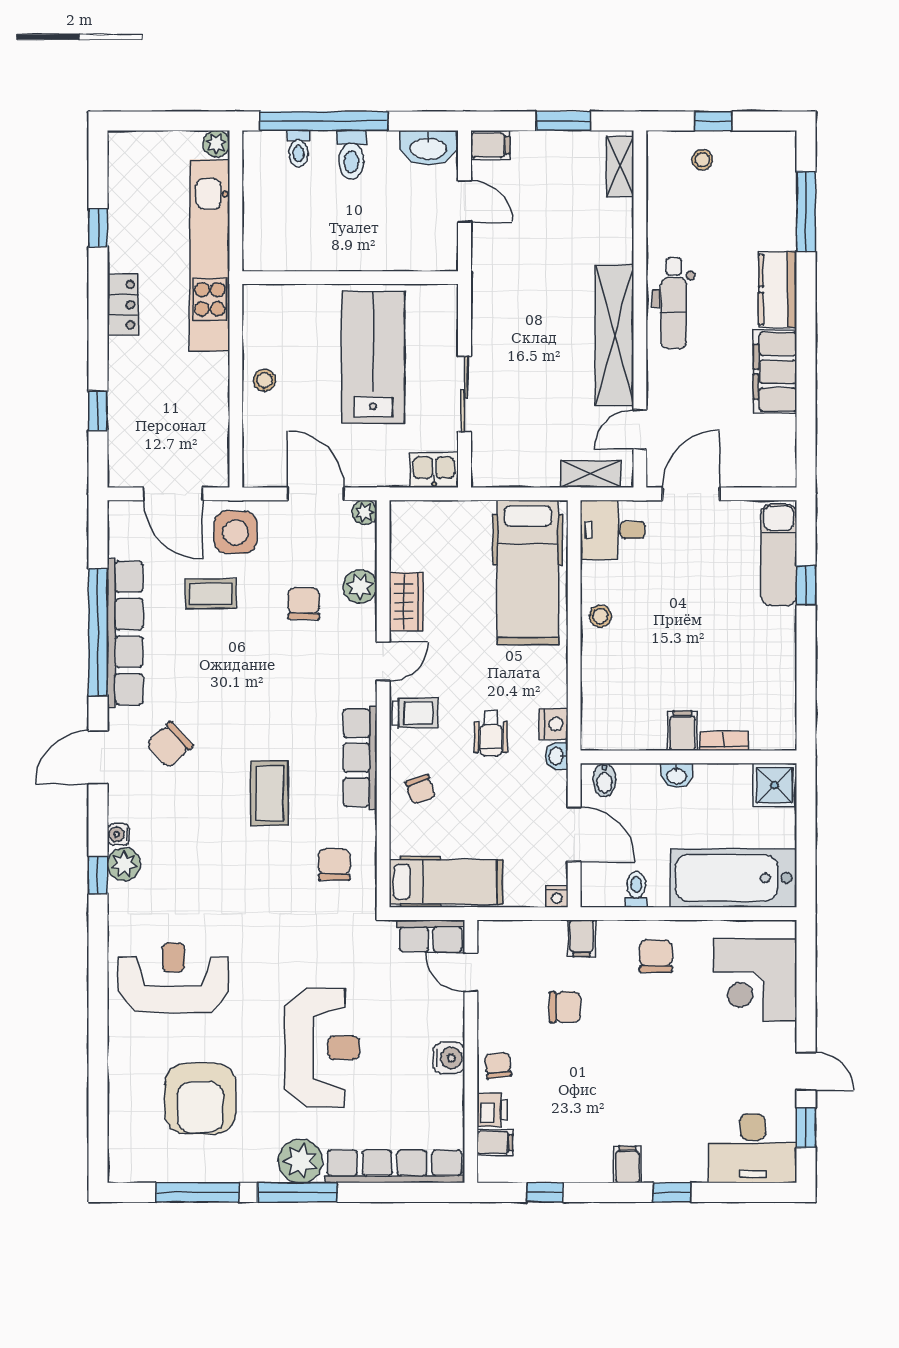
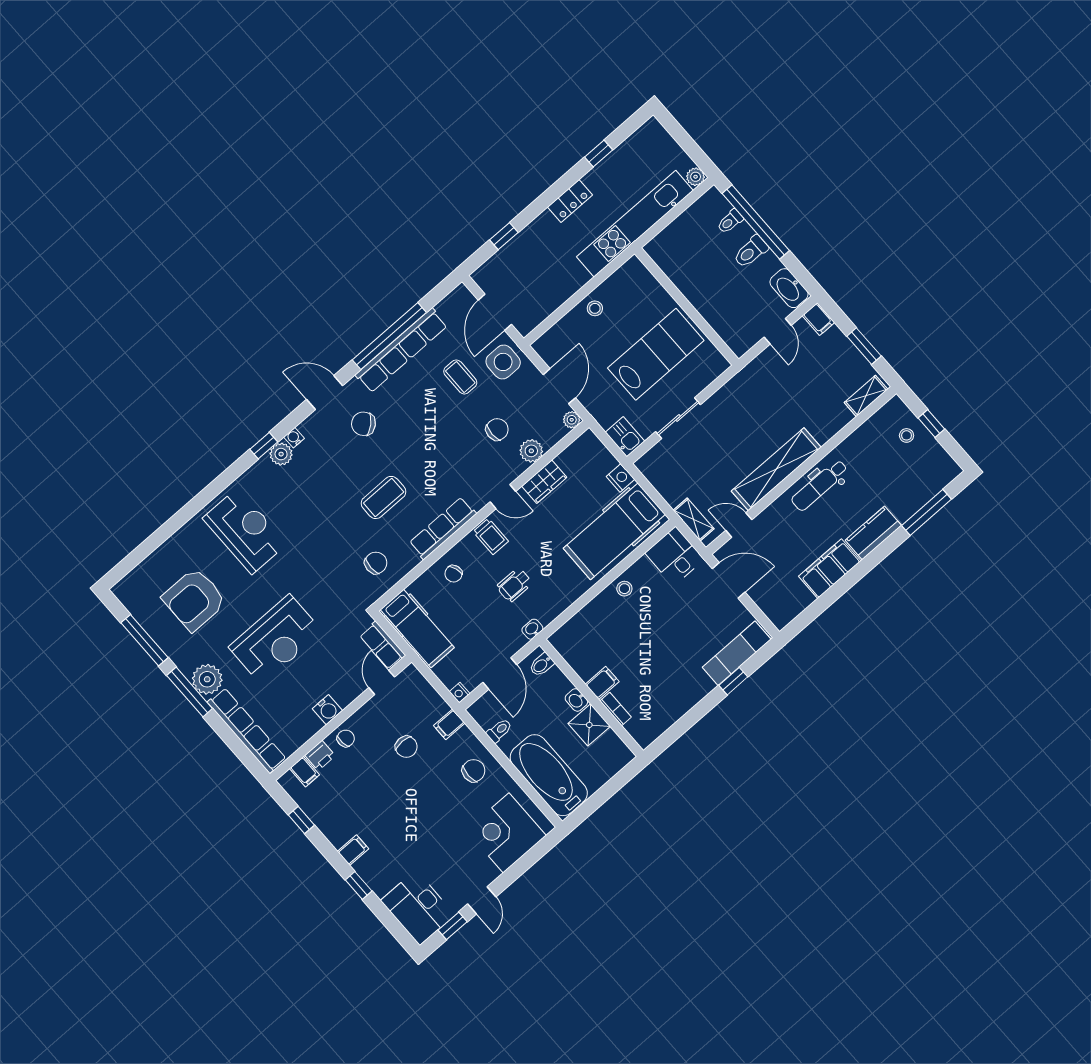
nightstand: (554, 724) -> (621, 478), moved, turned -90
shower: (775, 785) -> (589, 725), moved

